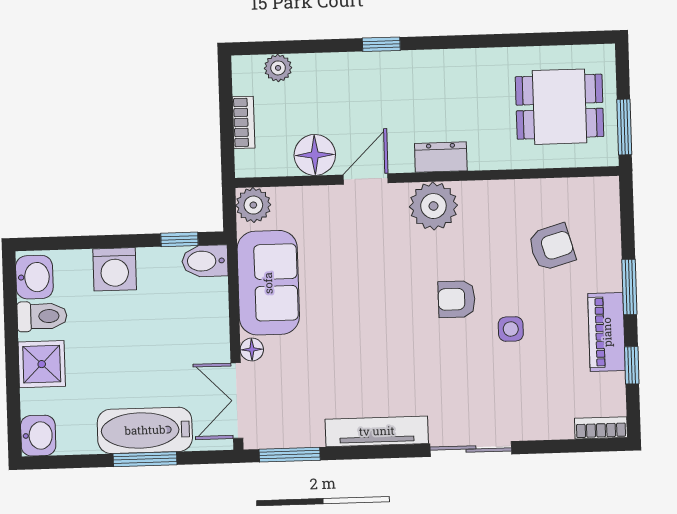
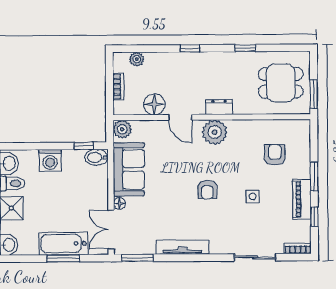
window: (489, 41) -> (245, 48), added
door: (366, 179) -> (180, 117), swing flipped
armchair: (552, 247) -> (275, 155), turned -74
armchair: (457, 299) -> (207, 190), moved, turned -90
sliding door: (471, 449) -> (255, 257), moved

